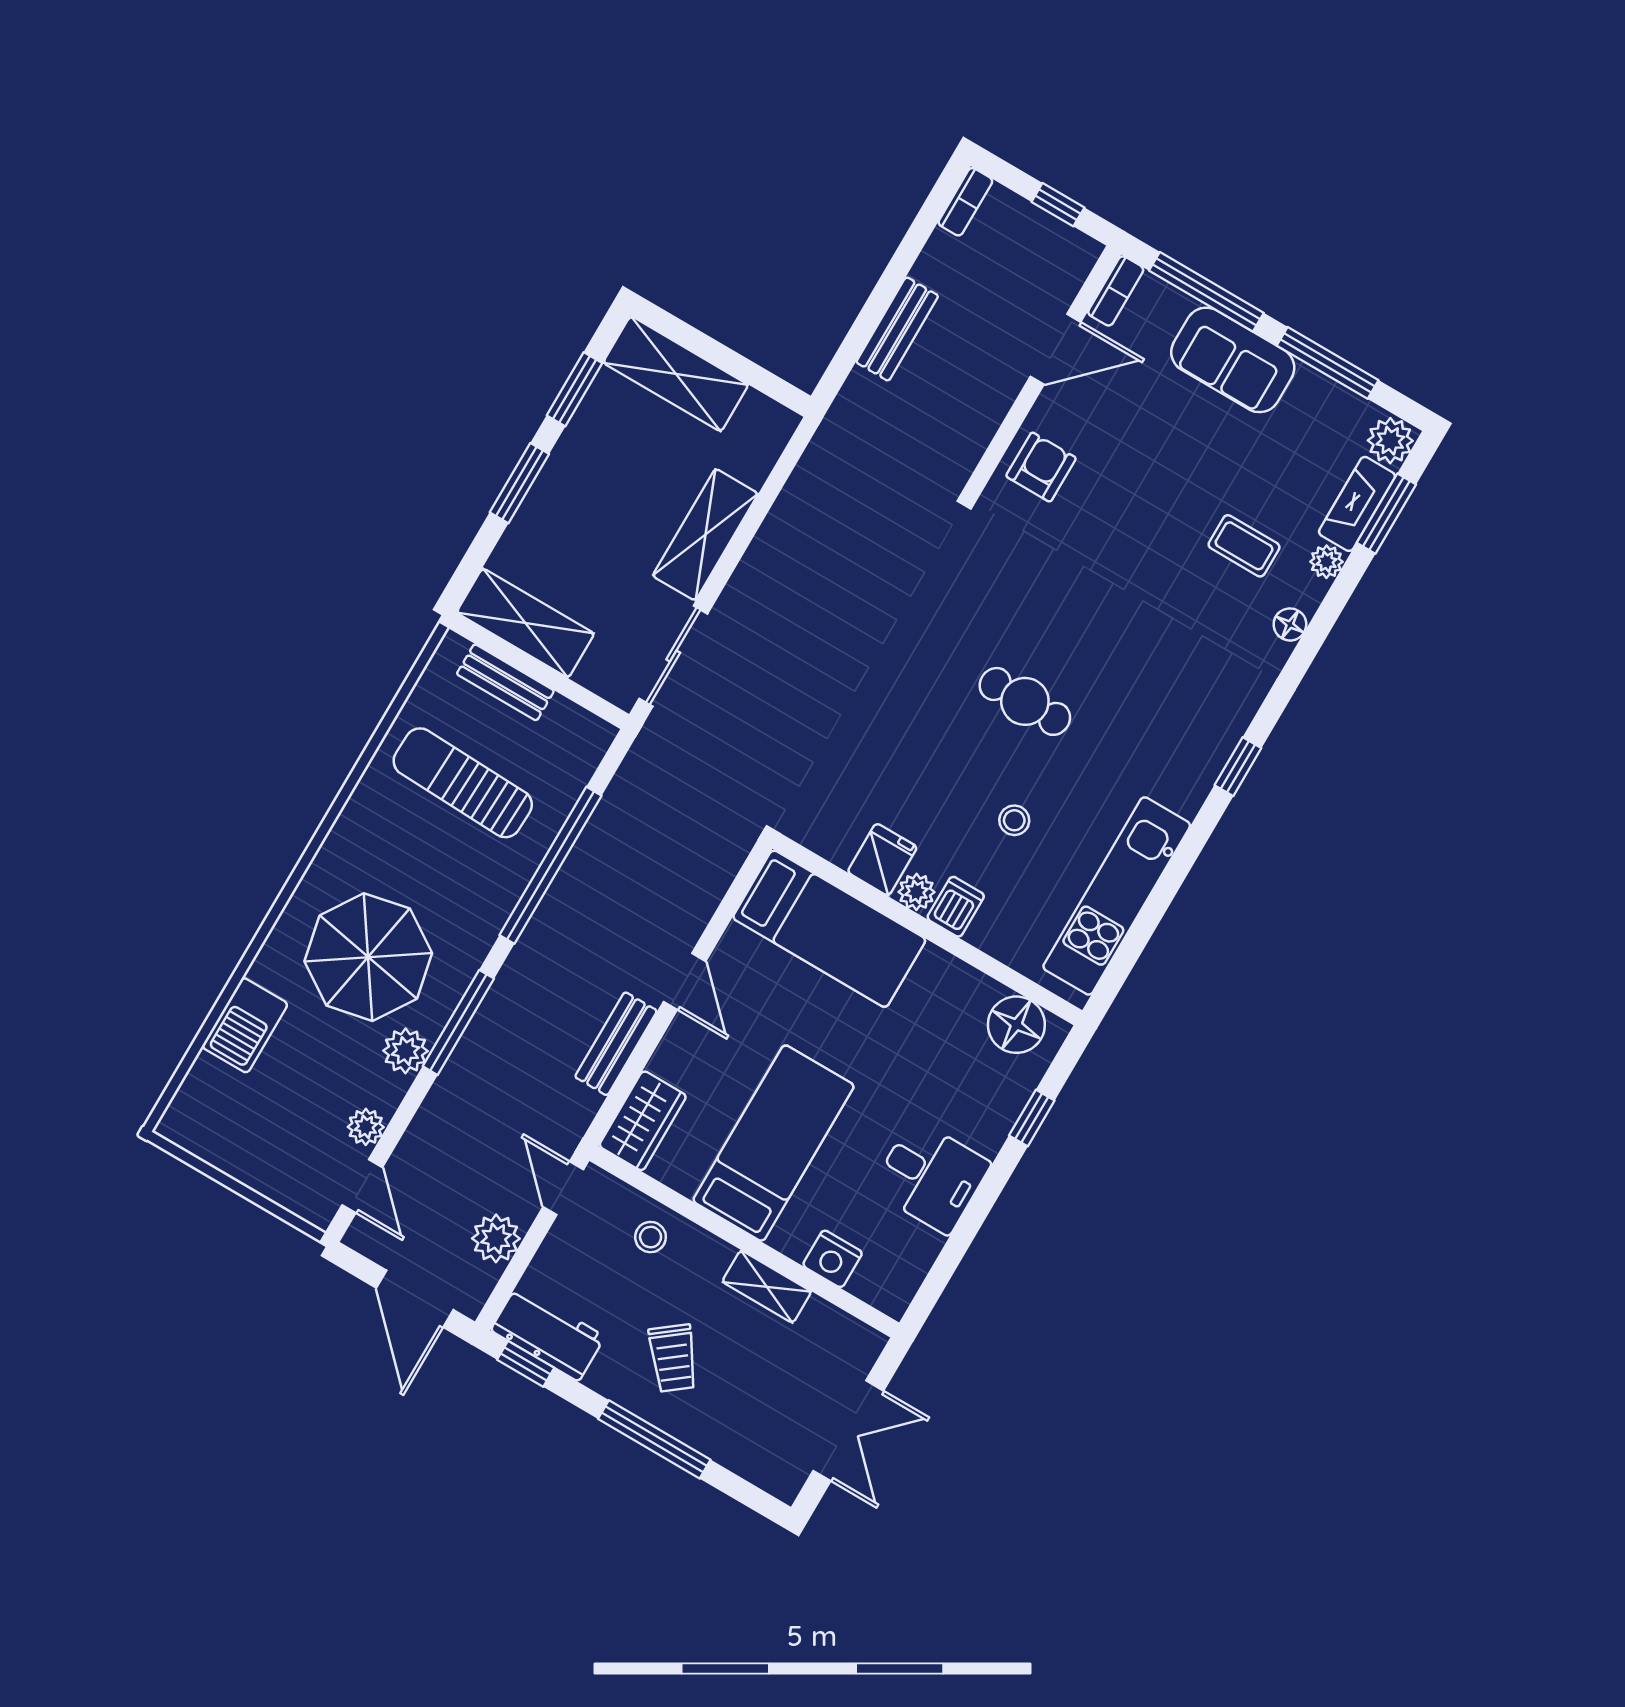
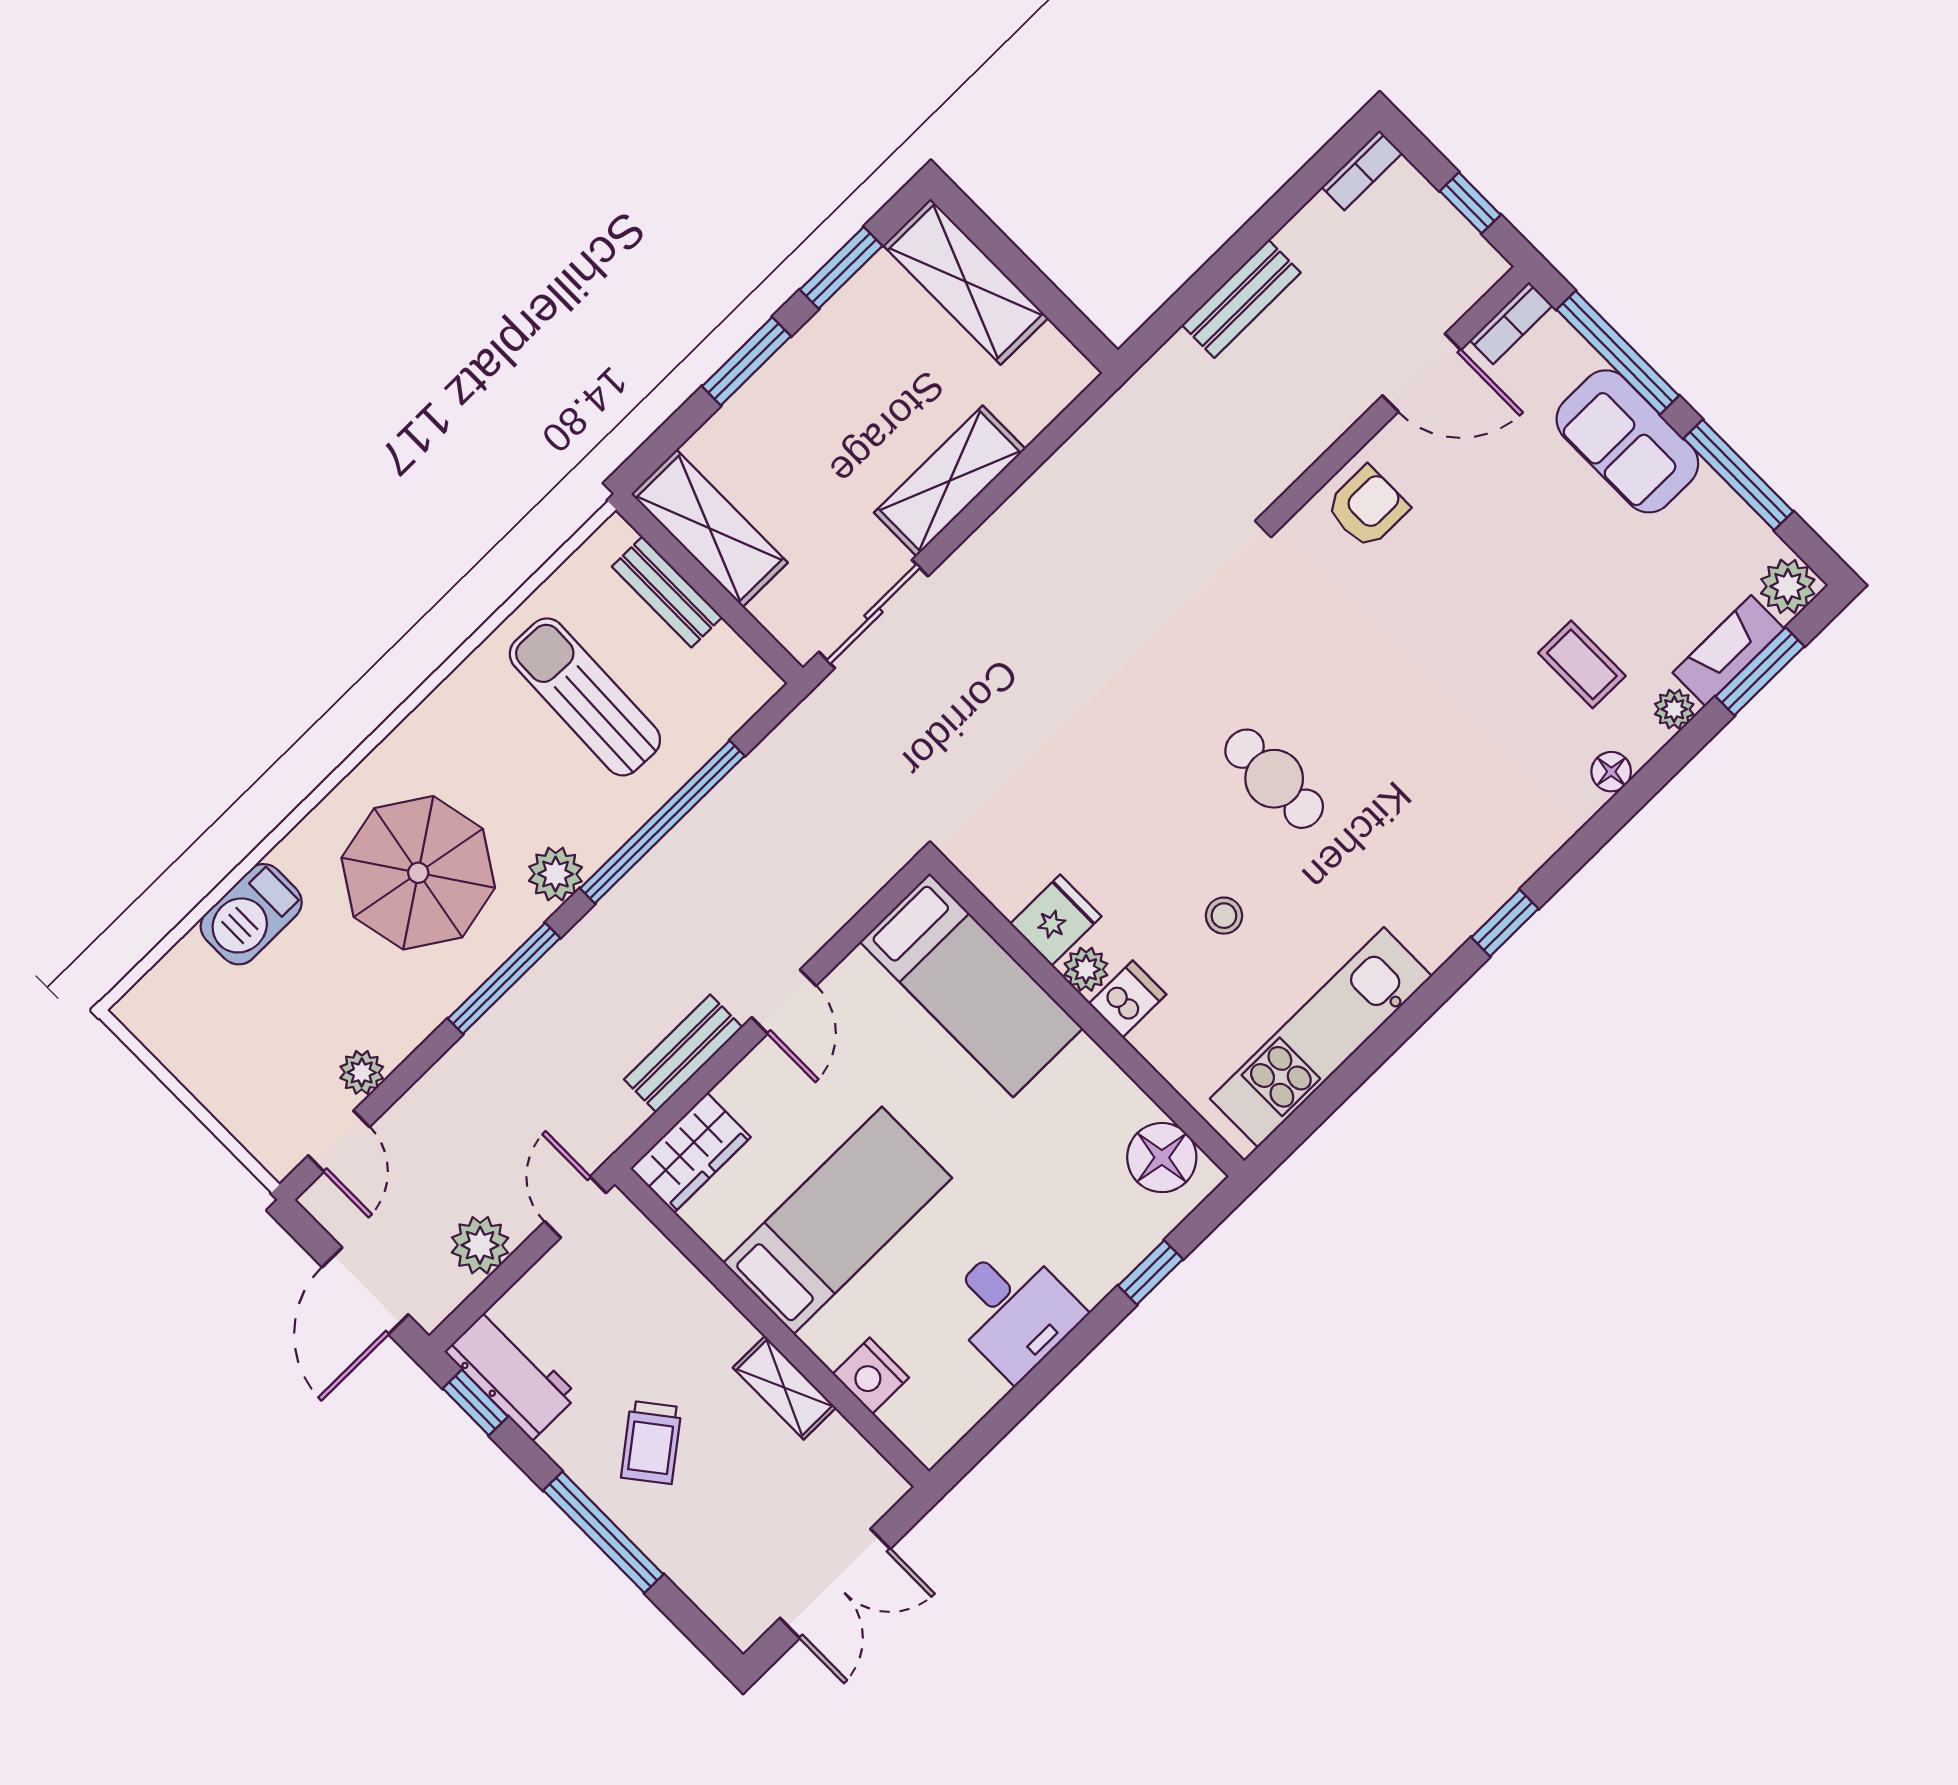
plant: (405, 1051) -> (556, 874), moved
stool: (651, 1237) -> (663, 1292), removed

